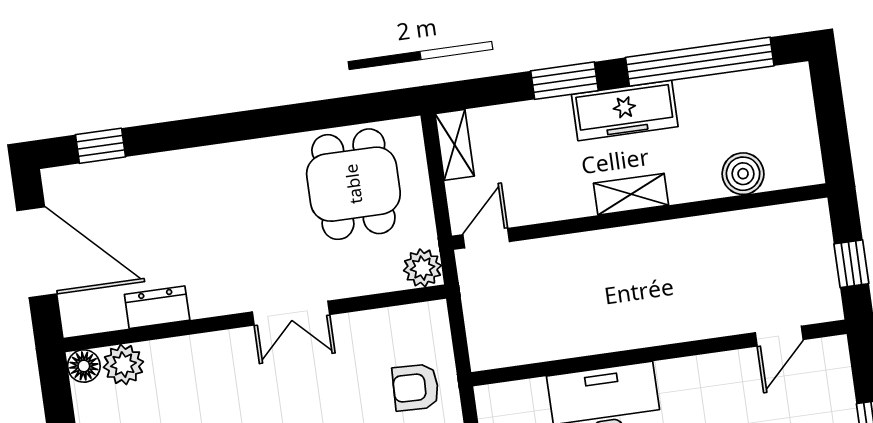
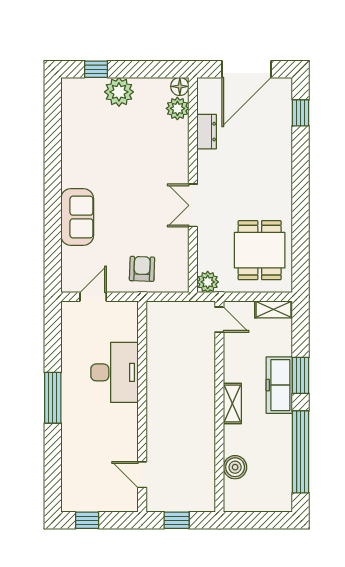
freezer: (625, 111) -> (279, 385), moved
dining table: (353, 184) -> (260, 250), turned 90

